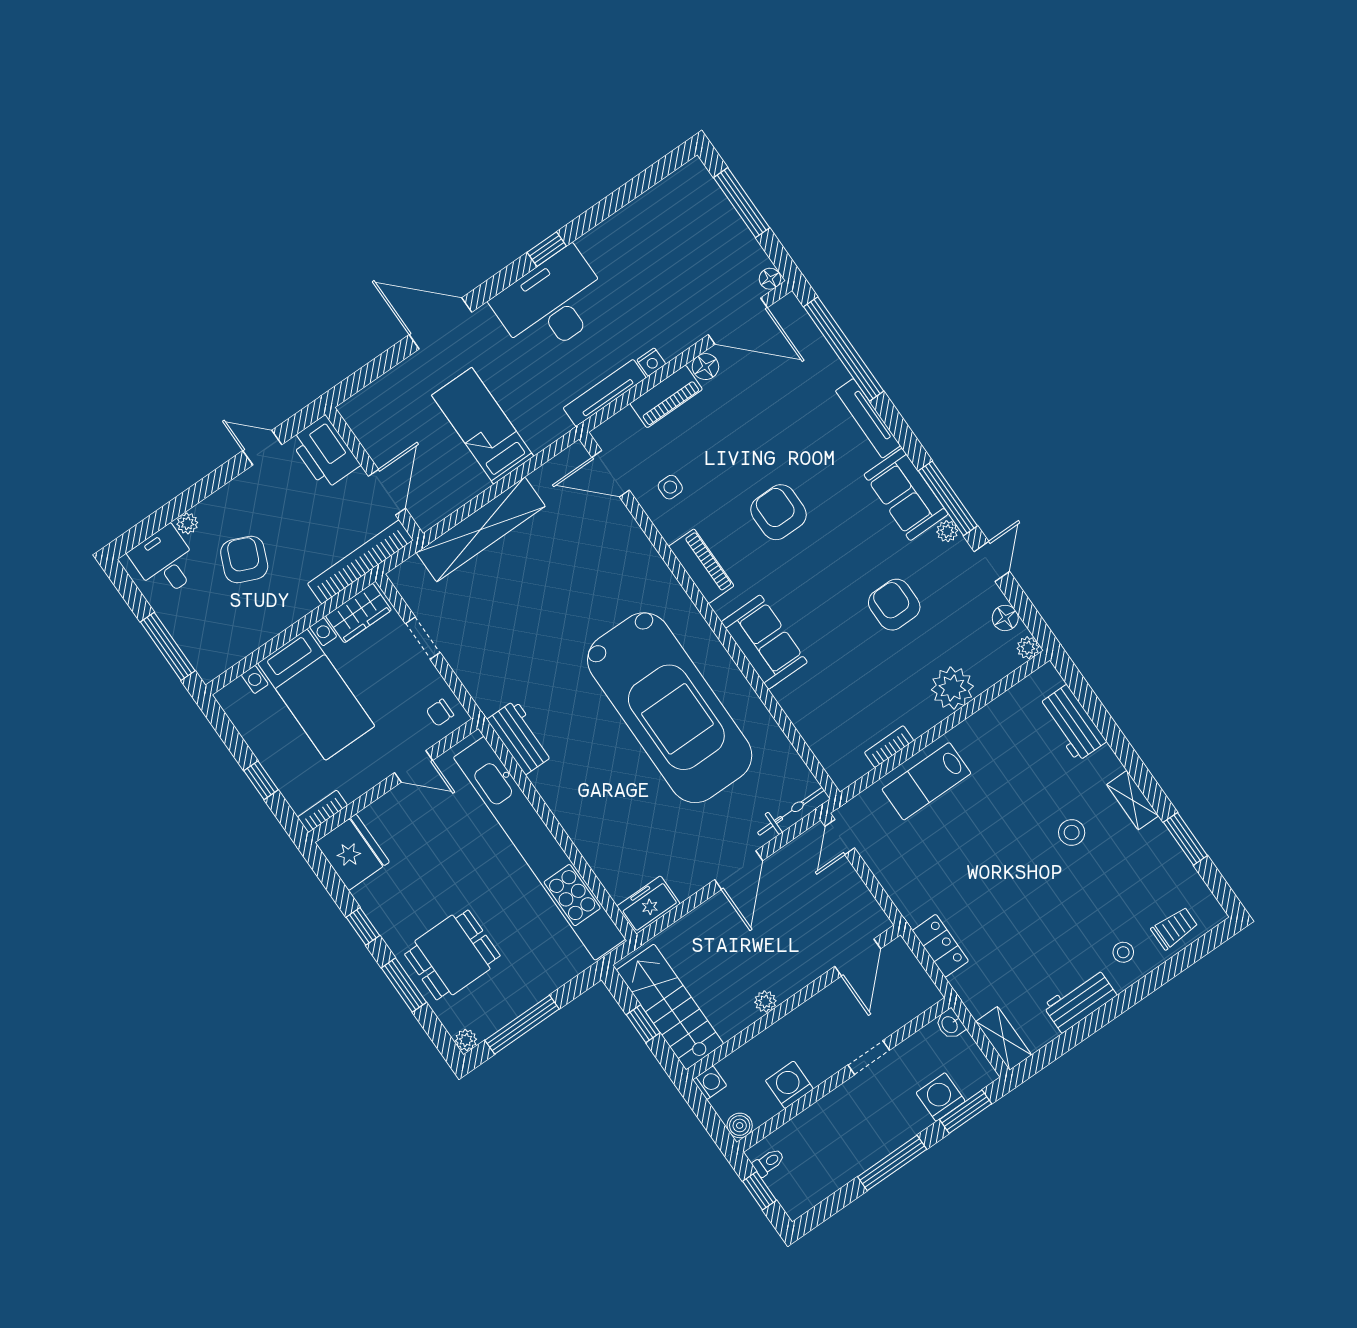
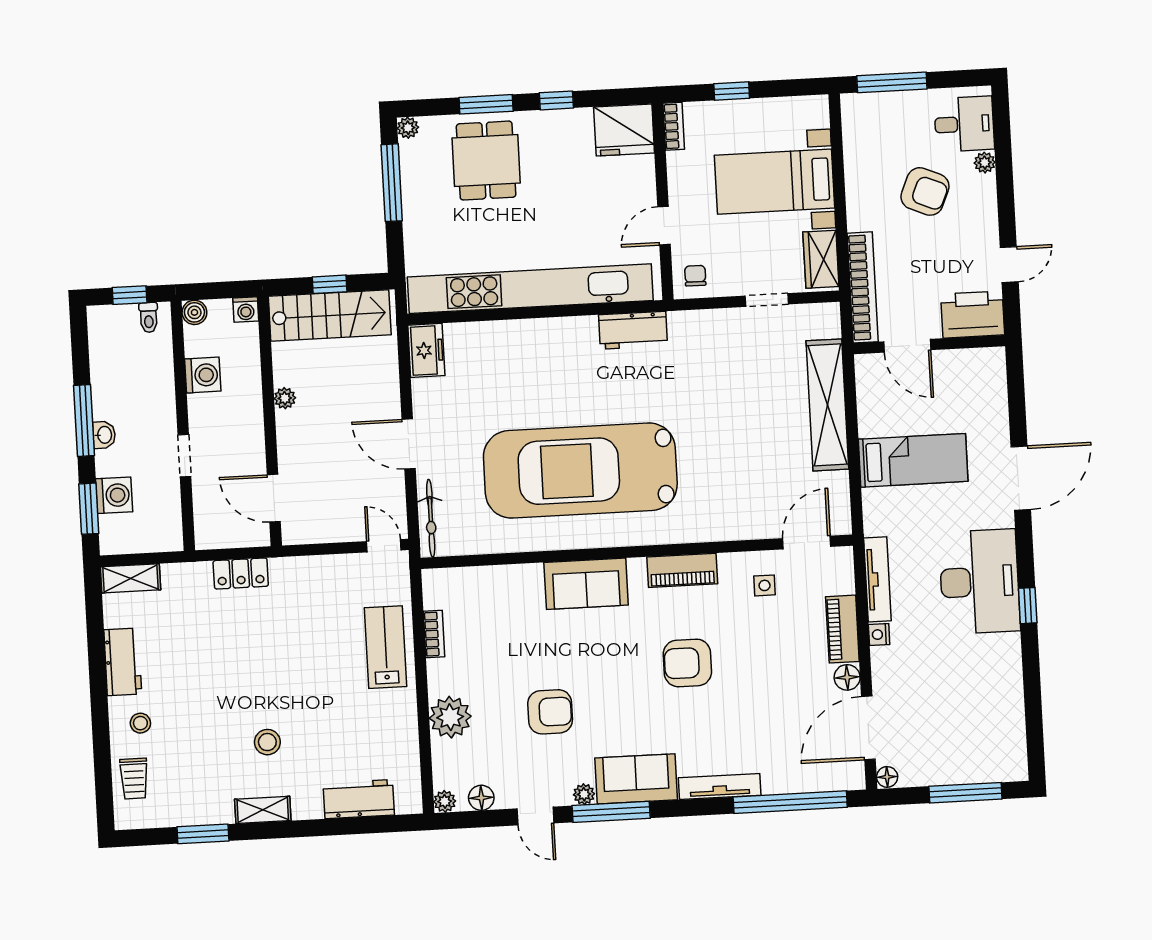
armchair: (779, 512) -> (687, 663), turned 180
washbasin: (950, 1024) -> (104, 435), moved, turned 90

